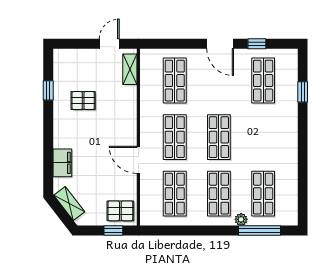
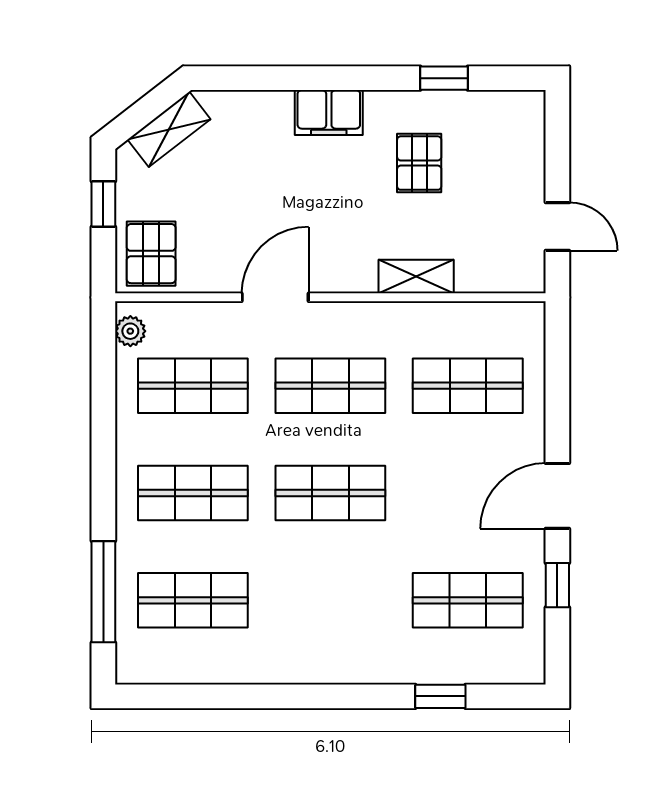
shelving: (130, 69) -> (416, 277), moved
filing cabinet: (62, 163) -> (329, 113), moved
plant: (241, 219) -> (130, 331), moved
window: (113, 230) -> (103, 204), moved

